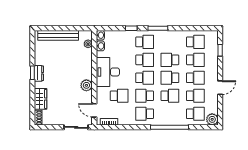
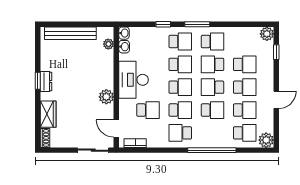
plant: (213, 36) -> (267, 34), added
school desk: (195, 42) -> (212, 42), moved
school desk: (145, 96) -> (180, 110), turned 180

